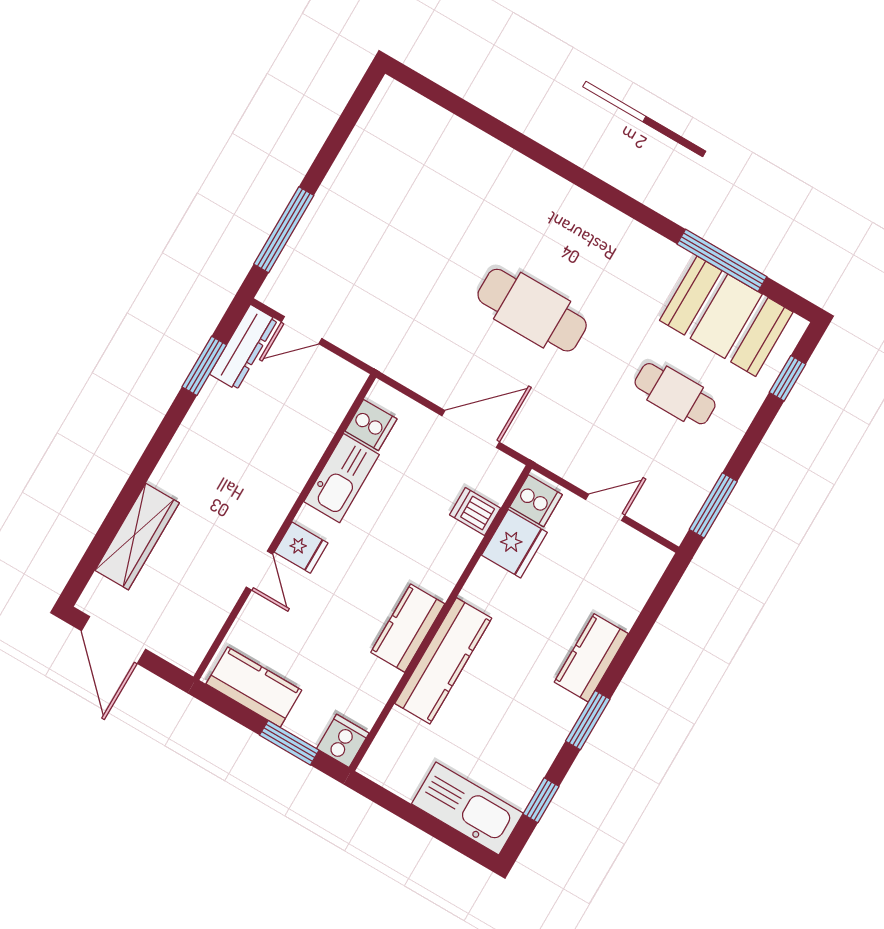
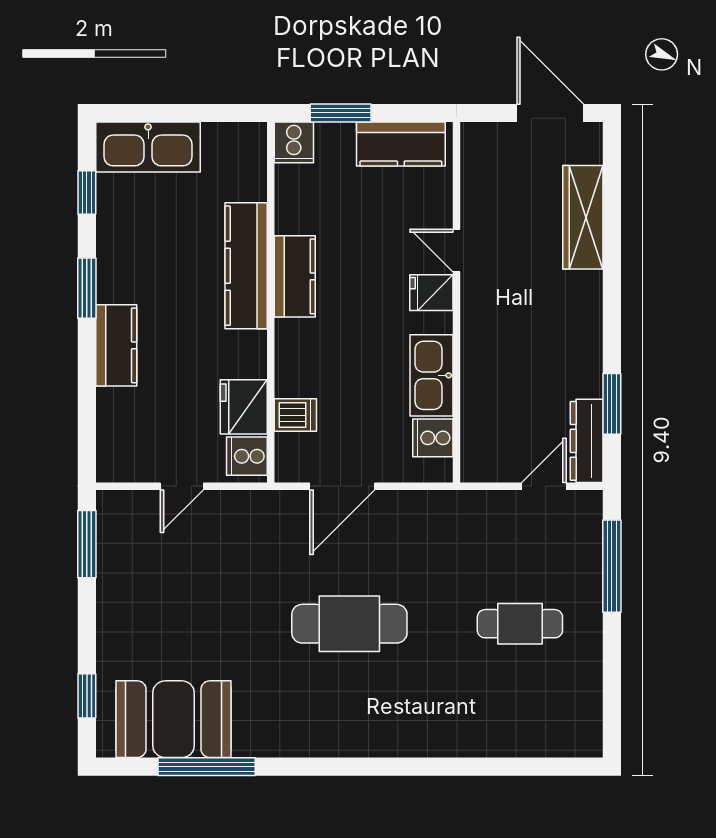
cafe table: (675, 394) -> (520, 624), moved

